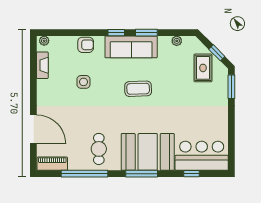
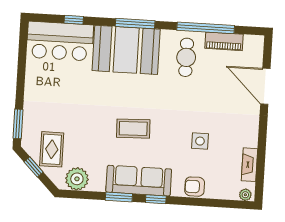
plant: (177, 41) -> (77, 179), width x1.88, depth x1.88
piano: (52, 164) -> (224, 41), moved

